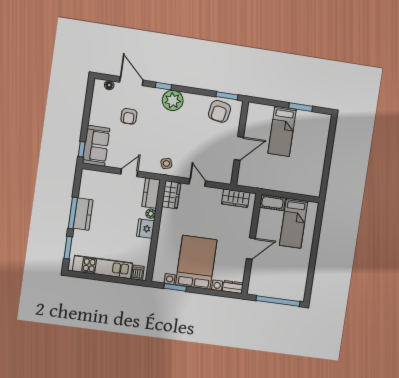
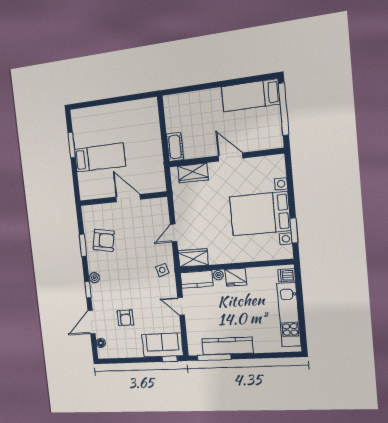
window: (227, 96) -> (83, 245), moved
plant: (173, 100) -> (94, 278), width x0.53, depth x0.53
armchair: (220, 111) -> (104, 240), moved
armchair: (129, 116) -> (125, 318), turned 90
wardrobe: (236, 198) -> (193, 173), moved, turned 90
window: (73, 213) -> (214, 357), moved
kitchen counter: (83, 214) -> (227, 346), width x1.50
bed: (294, 223) -> (250, 95), moved, turned 180
window: (68, 248) -> (276, 355), removed
dresser: (233, 287) -> (279, 166), removed

